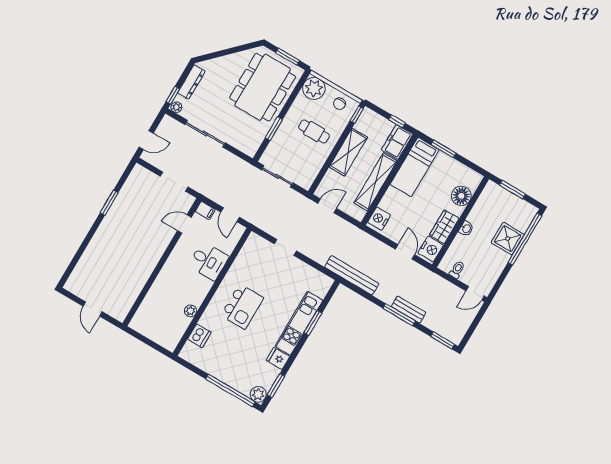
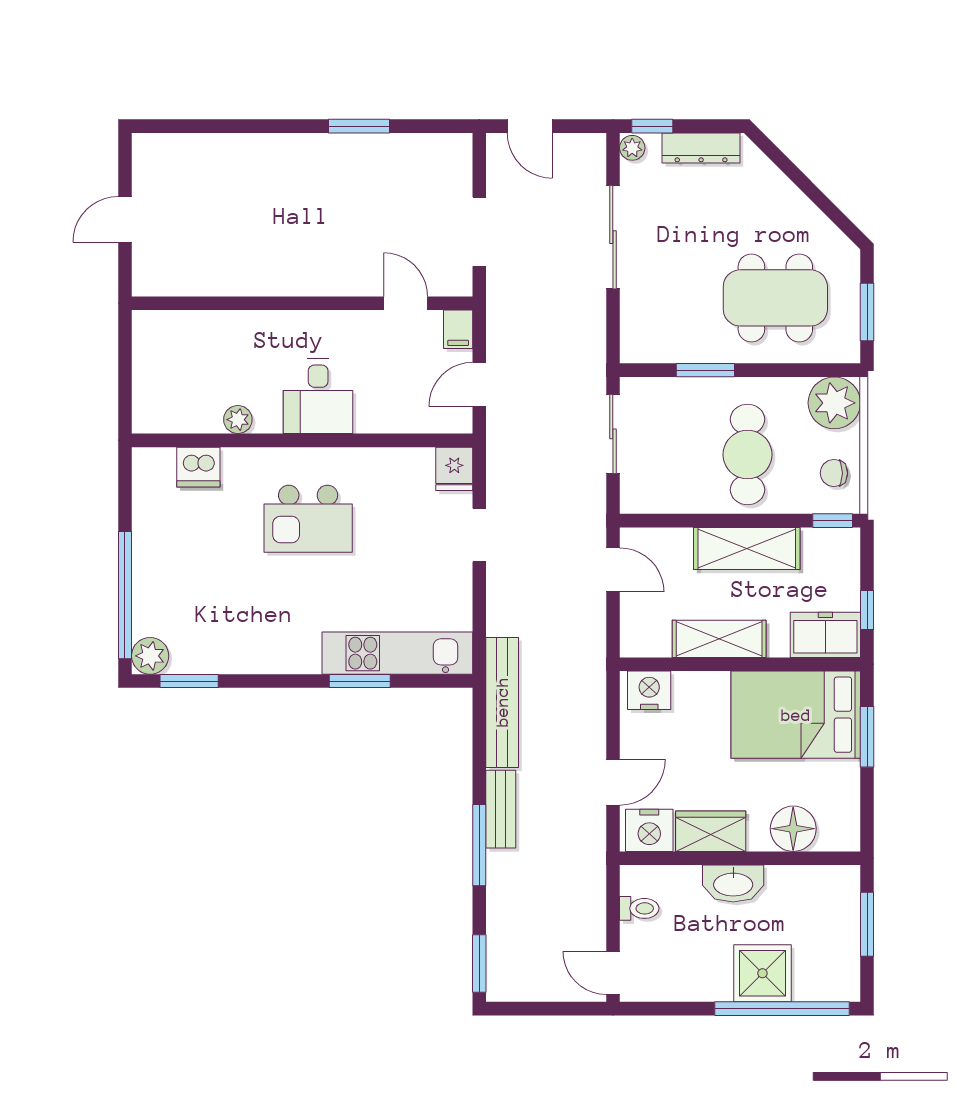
dining table: (263, 87) -> (775, 298), width x0.73, depth x0.80
cafe table: (314, 131) -> (748, 455), width x1.37, depth x1.35
bed: (415, 167) -> (796, 715), width x1.50
shelving: (376, 182) -> (719, 639), width x0.68
washbasin: (466, 229) -> (733, 883), width x1.91, depth x1.45
desk: (208, 261) -> (318, 396), moved
bench: (409, 310) -> (501, 809), moved
kitchen unit: (299, 323) -> (397, 653), moved
fridge: (278, 358) -> (454, 469), moved, turned 180

